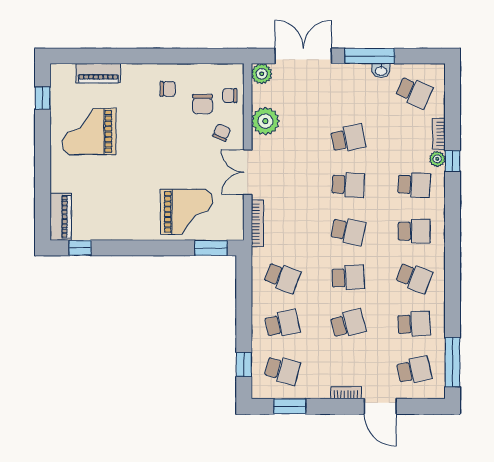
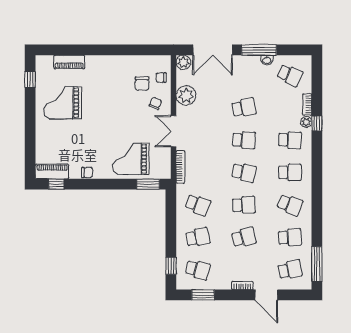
double door: (303, 56) -> (213, 50), swing flipped
chair: (168, 89) -> (87, 173), moved
grand piano: (187, 212) -> (131, 159), turned 180
piano: (61, 217) -> (52, 172), moved, turned -90

